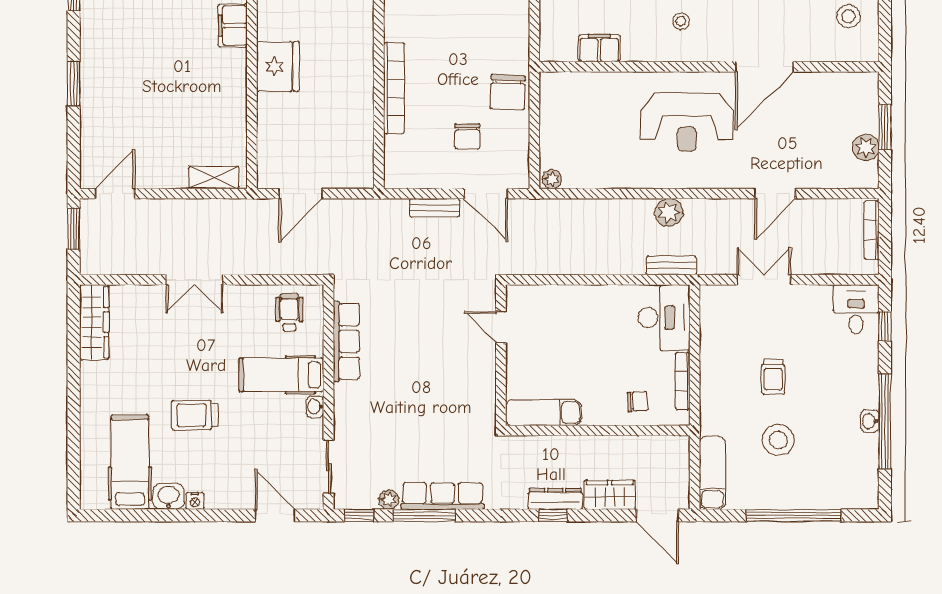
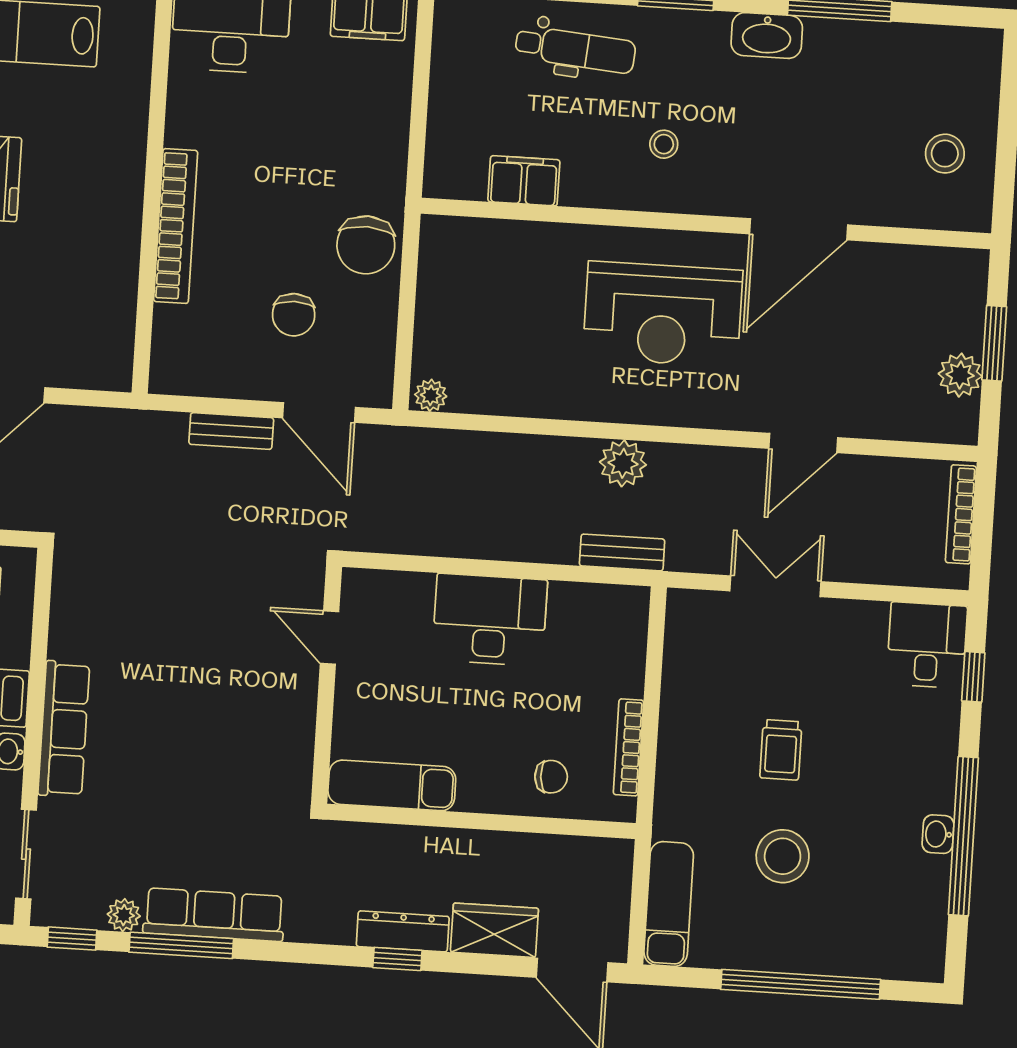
desk: (664, 318) -> (490, 620), moved, turned -90
row of seats: (346, 341) -> (64, 729), moved

